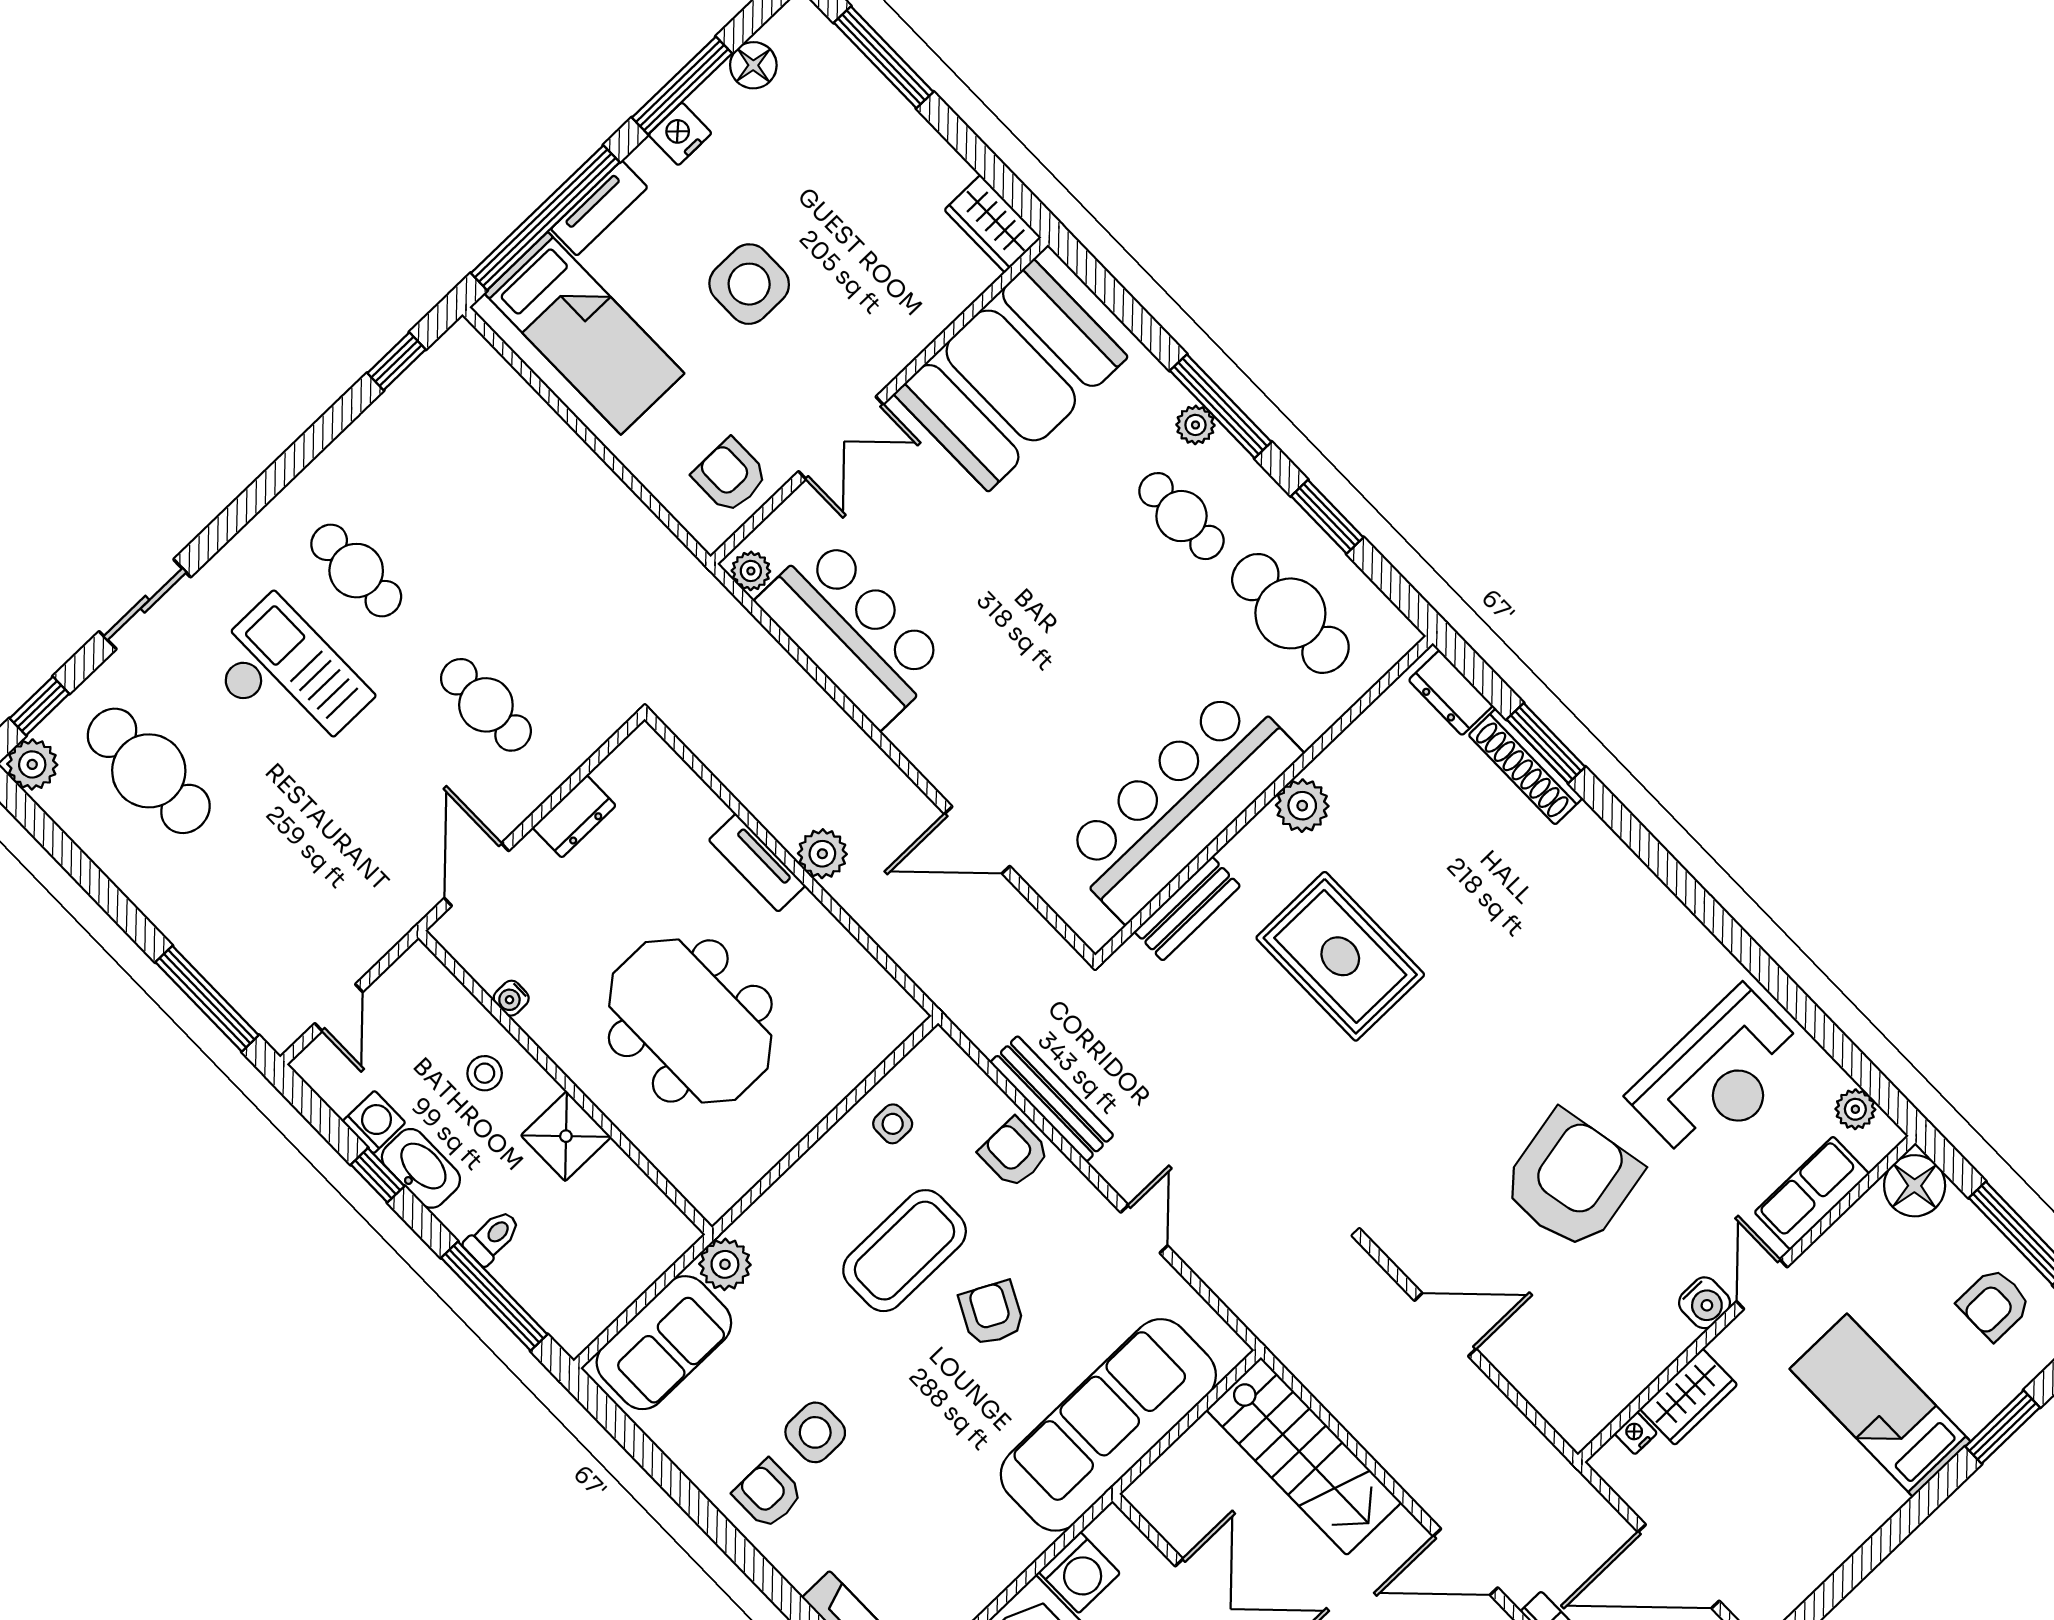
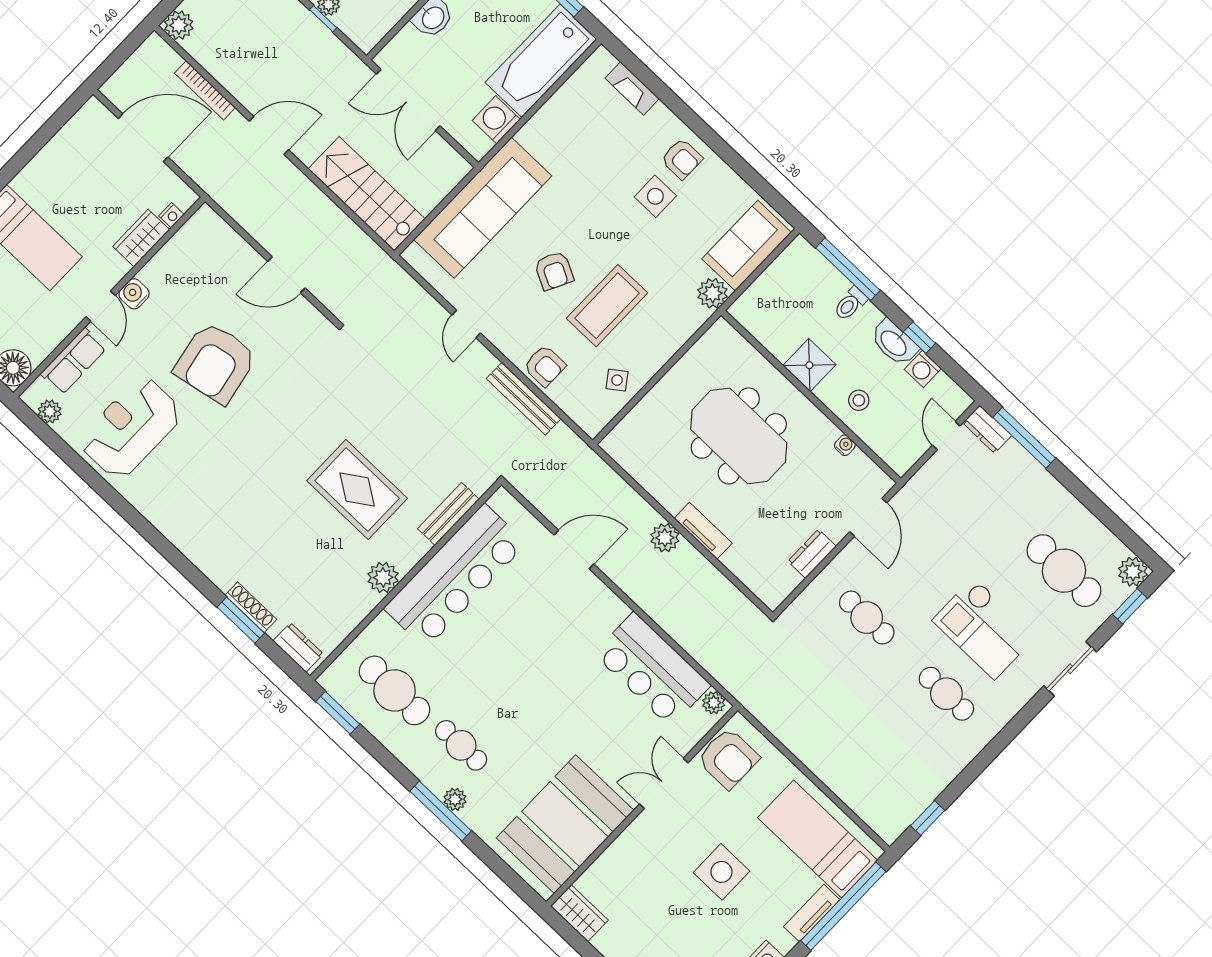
armchair: (730, 476) -> (728, 758), width x1.38, depth x1.38
window: (1327, 517) -> (338, 713), moved
shoe rack: (1526, 767) -> (251, 607), width x0.74, depth x0.81
dresser: (269, 1016) -> (987, 429), added
side table: (893, 1124) -> (617, 380), turned -36

